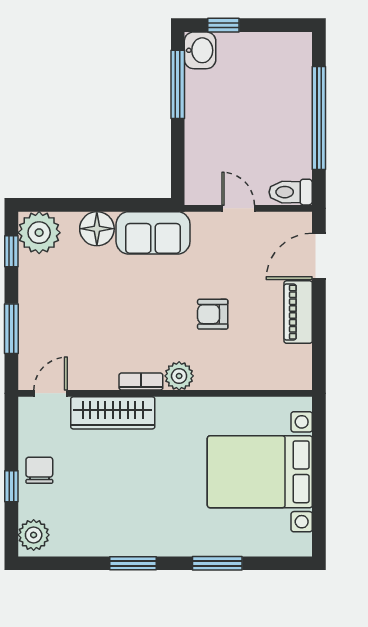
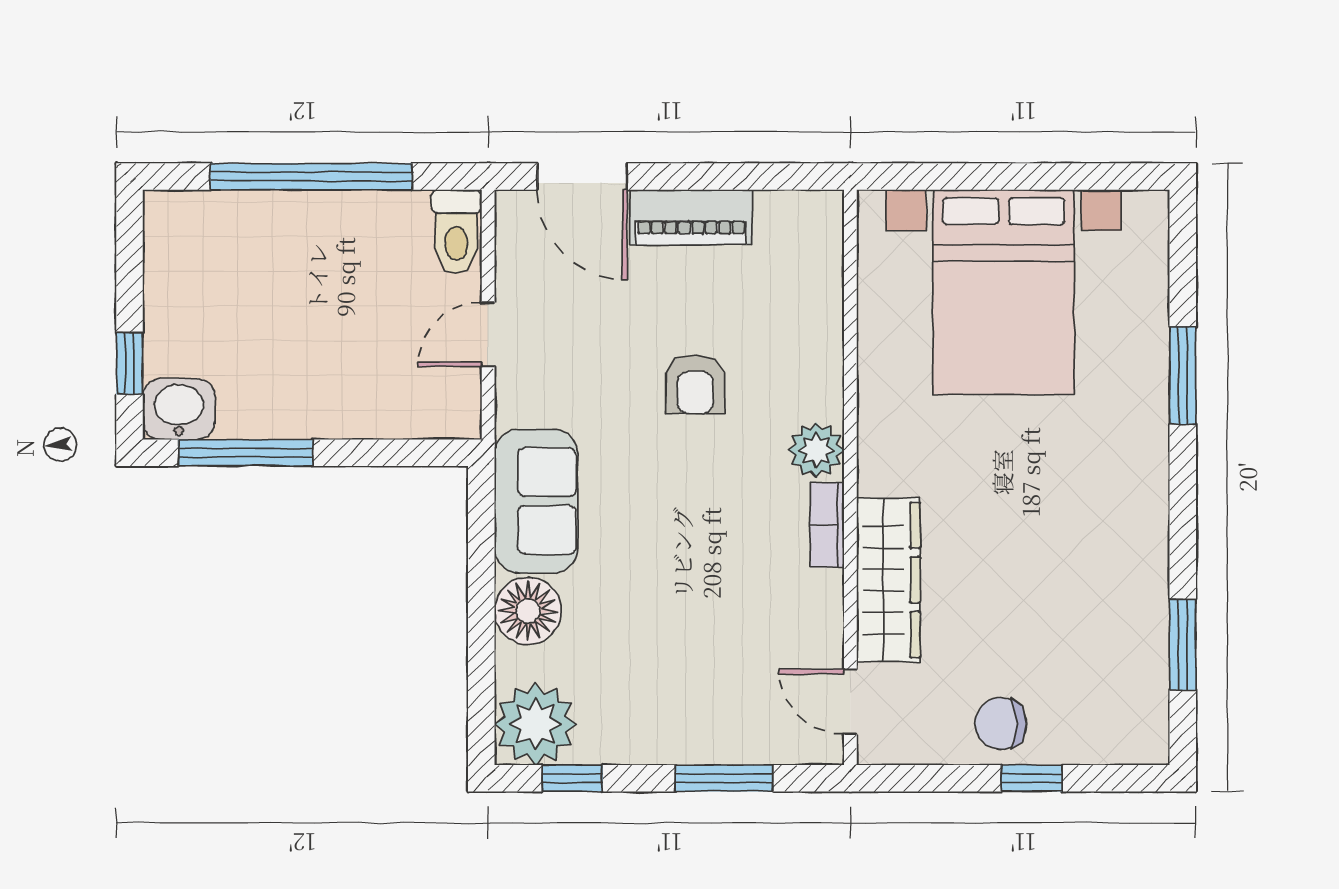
plant: (34, 535) -> (1127, 735), removed
window: (133, 563) -> (1183, 645), moved

